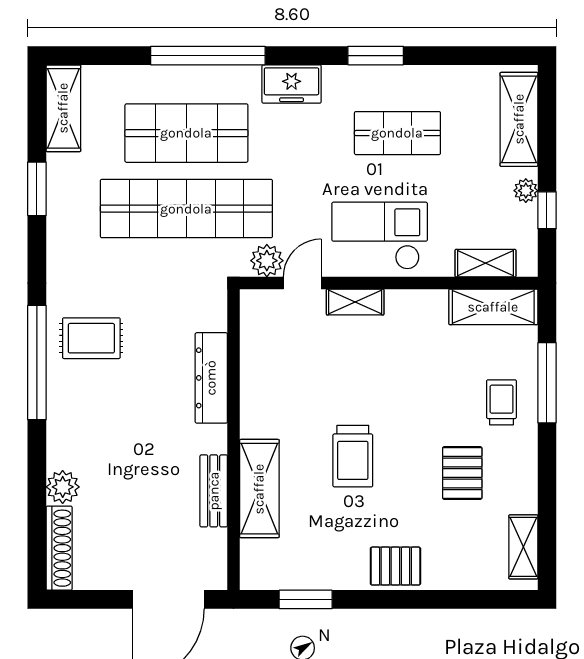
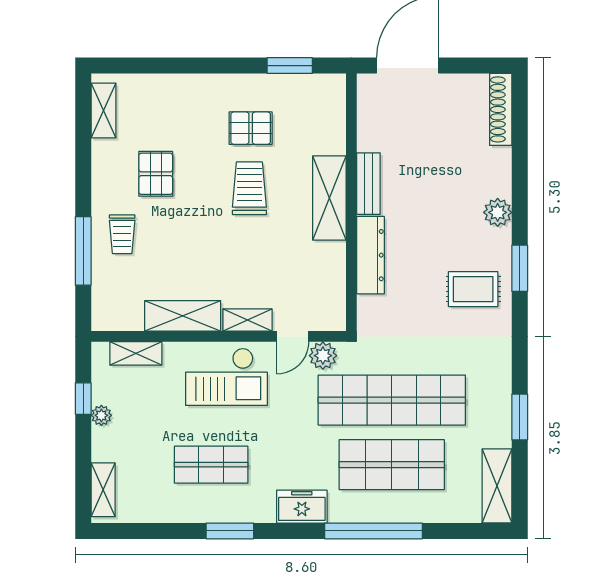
shelving: (519, 119) -> (103, 490), width x0.67, depth x0.75
shelving: (493, 307) -> (183, 316), moved
window: (37, 363) -> (520, 268), width x0.47
plant: (63, 487) -> (498, 212), moved
shelving: (259, 489) -> (329, 198), moved
bench: (214, 491) -> (368, 184), moved
pallet: (395, 566) -> (251, 128), moved

